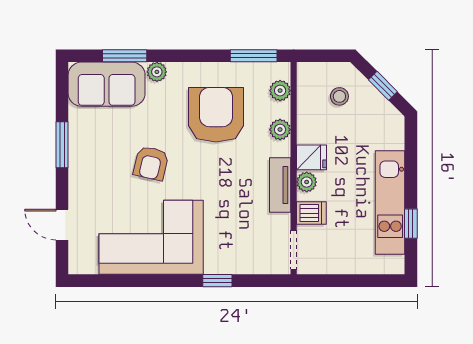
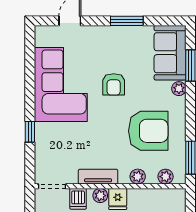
armchair: (151, 163) -> (114, 84), turned -103

